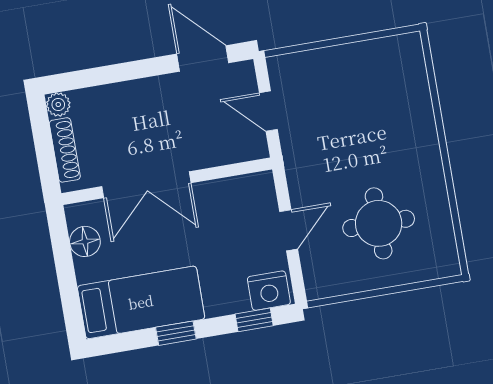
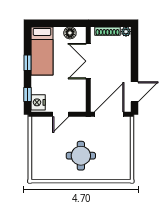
door: (268, 111) -> (109, 114), width x1.88
round table: (379, 223) -> (81, 156), moved
door: (289, 230) -> (61, 114), hinge flipped

